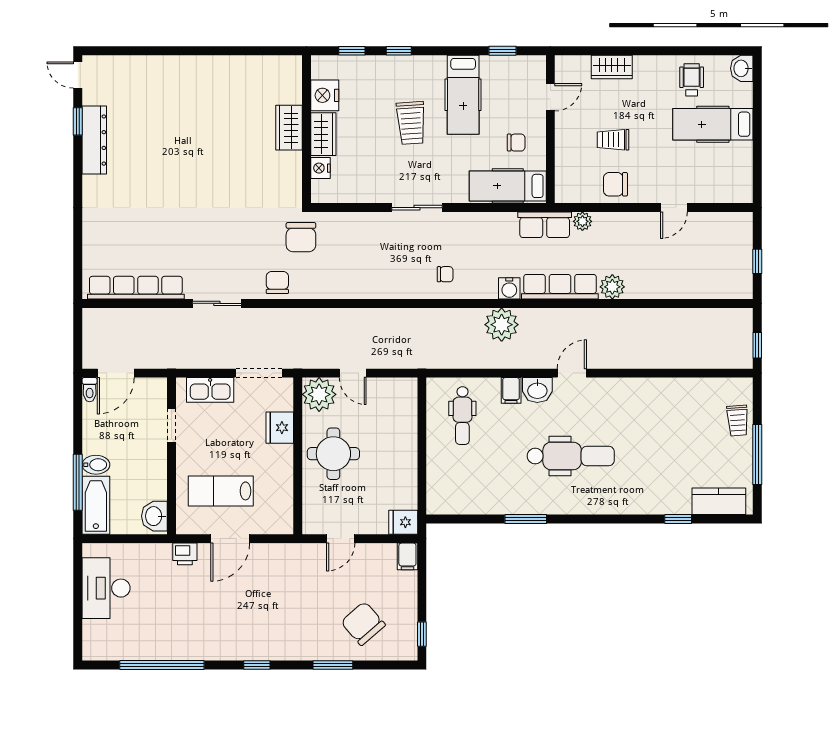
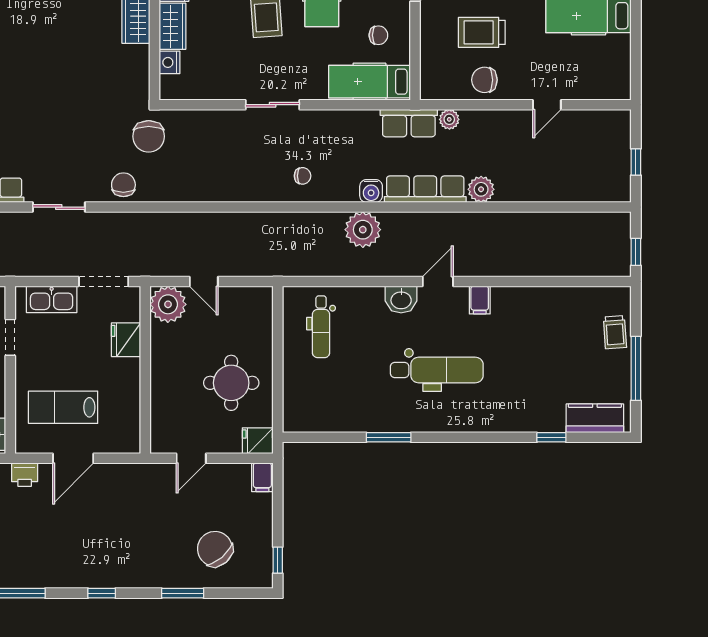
trolley: (613, 140) -> (482, 32), width x1.36, depth x1.39
filing cabinet: (511, 390) -> (480, 300), moved
round table: (333, 454) -> (231, 383), moved

